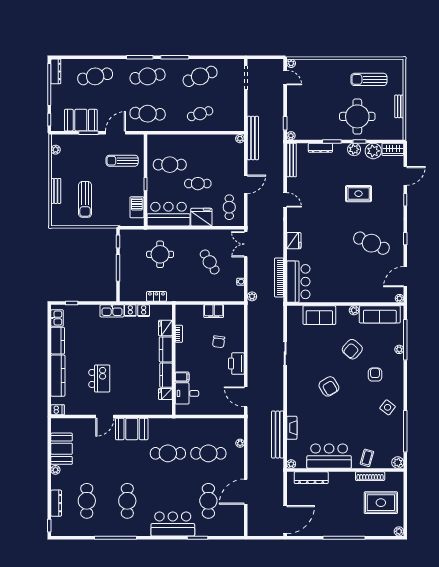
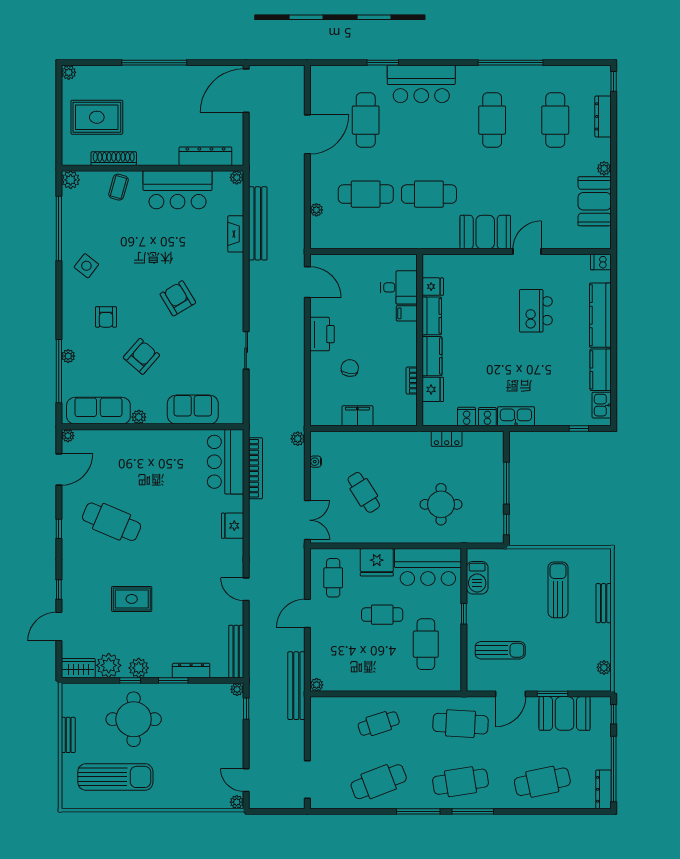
sun lounger: (369, 79) -> (115, 777), width x1.36, depth x1.34
cafe table: (170, 165) -> (426, 644), turned 90

